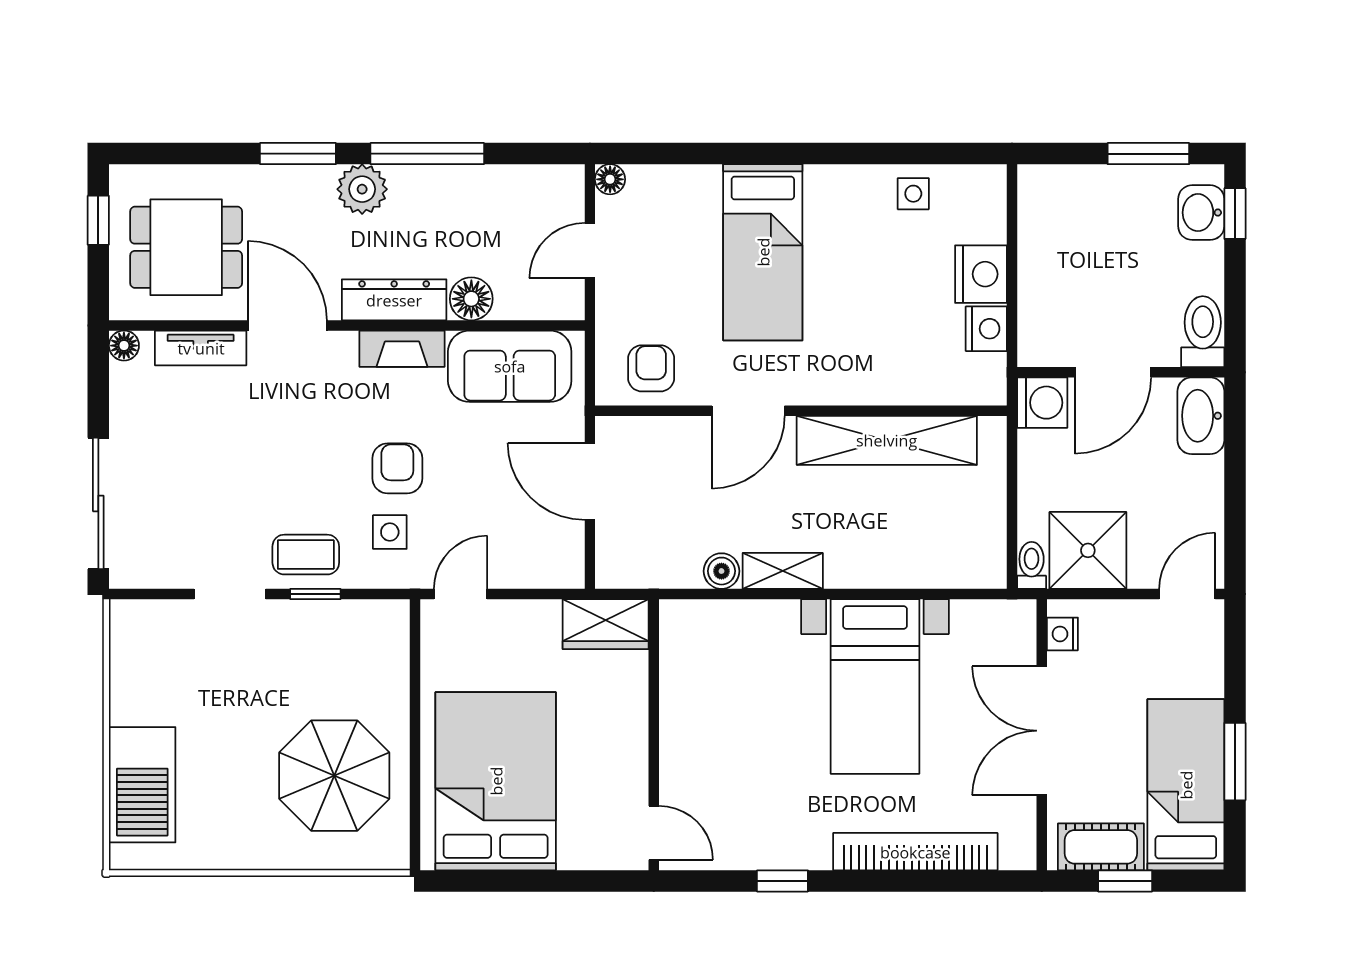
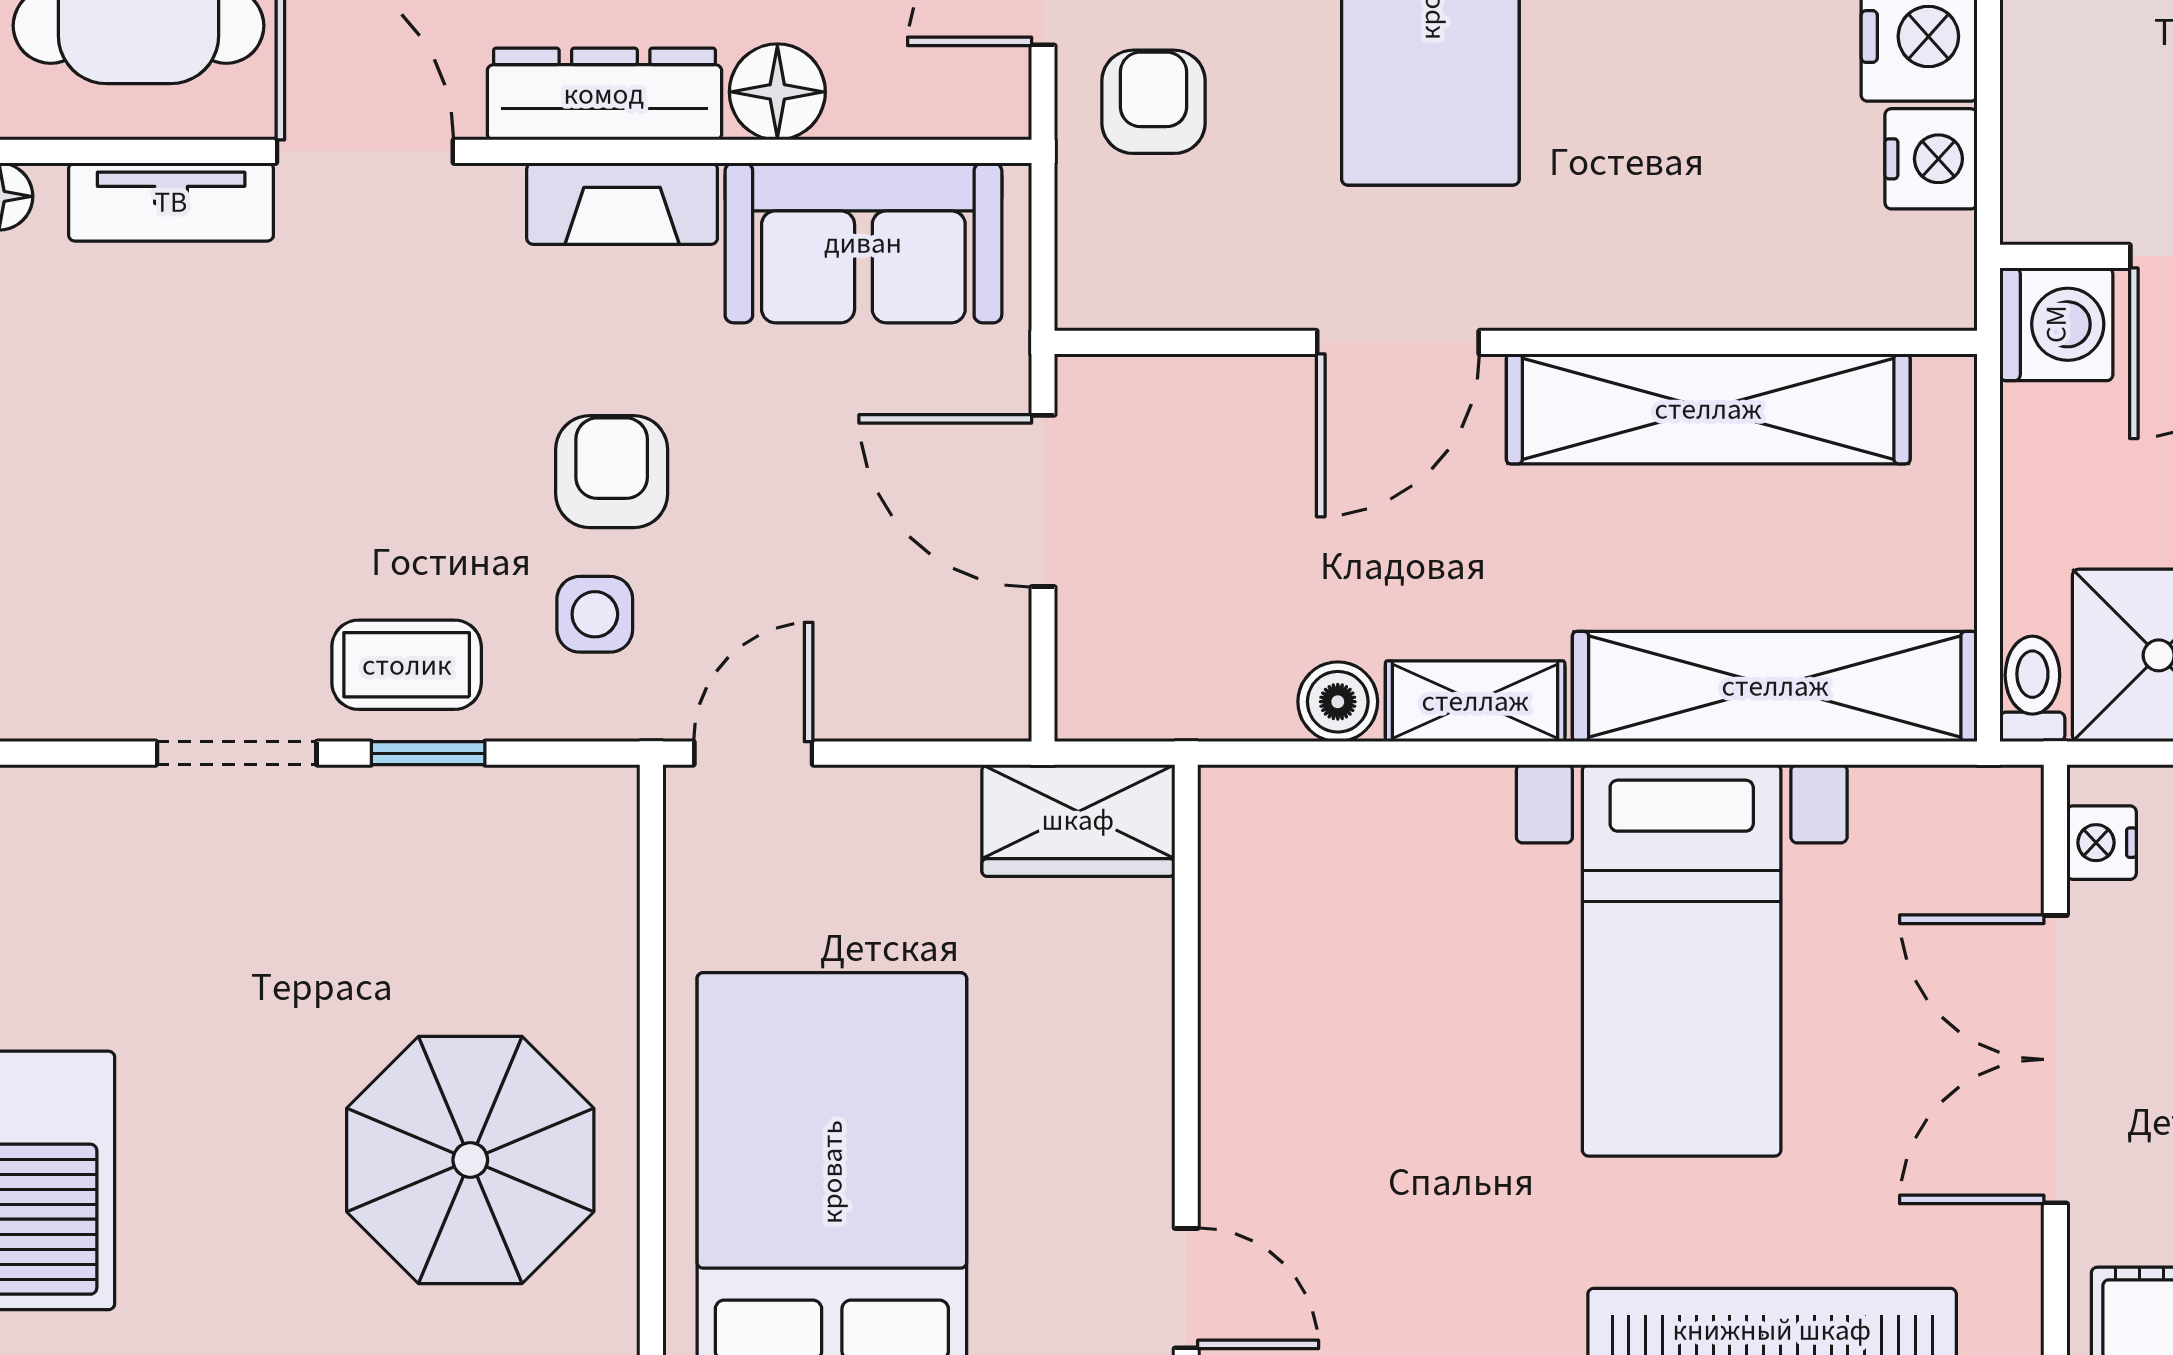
armchair: (651, 368) -> (1154, 102), moved
shelving: (917, 564) -> (1775, 686), added

